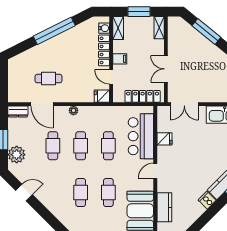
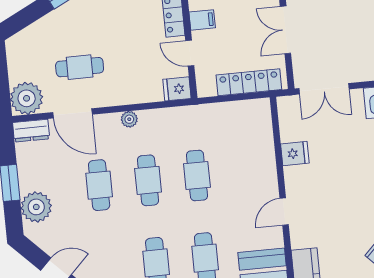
plant: (17, 93) -> (27, 98), added
bar counter: (141, 136) -> (253, 153), removed

